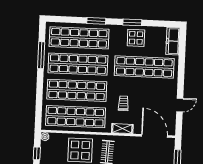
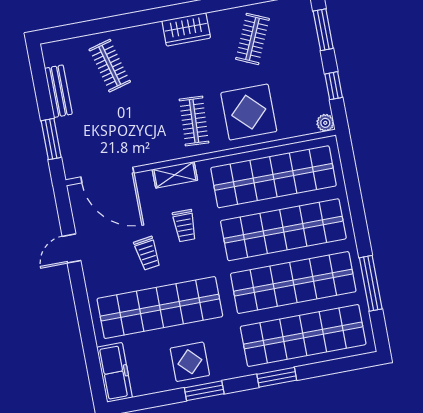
trolley: (144, 94) -> (147, 253), added

